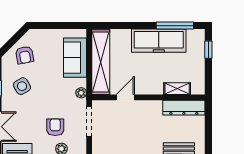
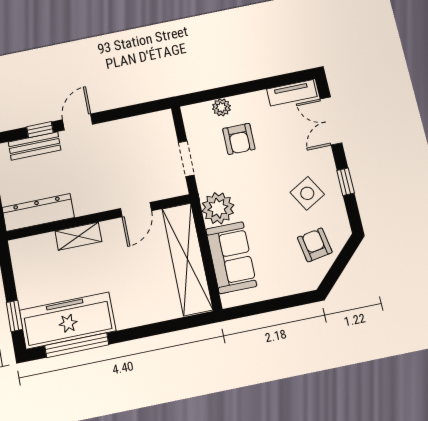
freezer: (159, 41) -> (68, 321), moved
shelving: (177, 89) -> (78, 236), moved
plant: (81, 93) -> (218, 208), width x1.87, depth x1.87
doorway: (89, 122) -> (186, 159), width x0.73

